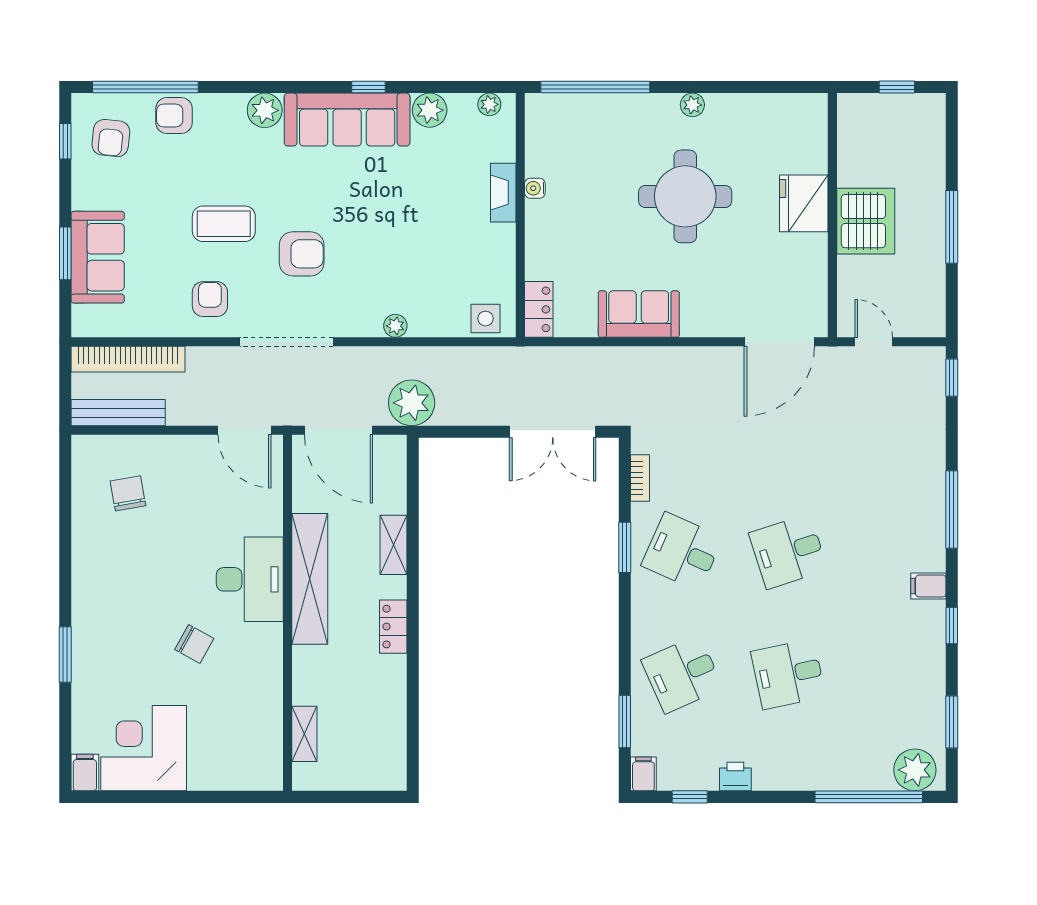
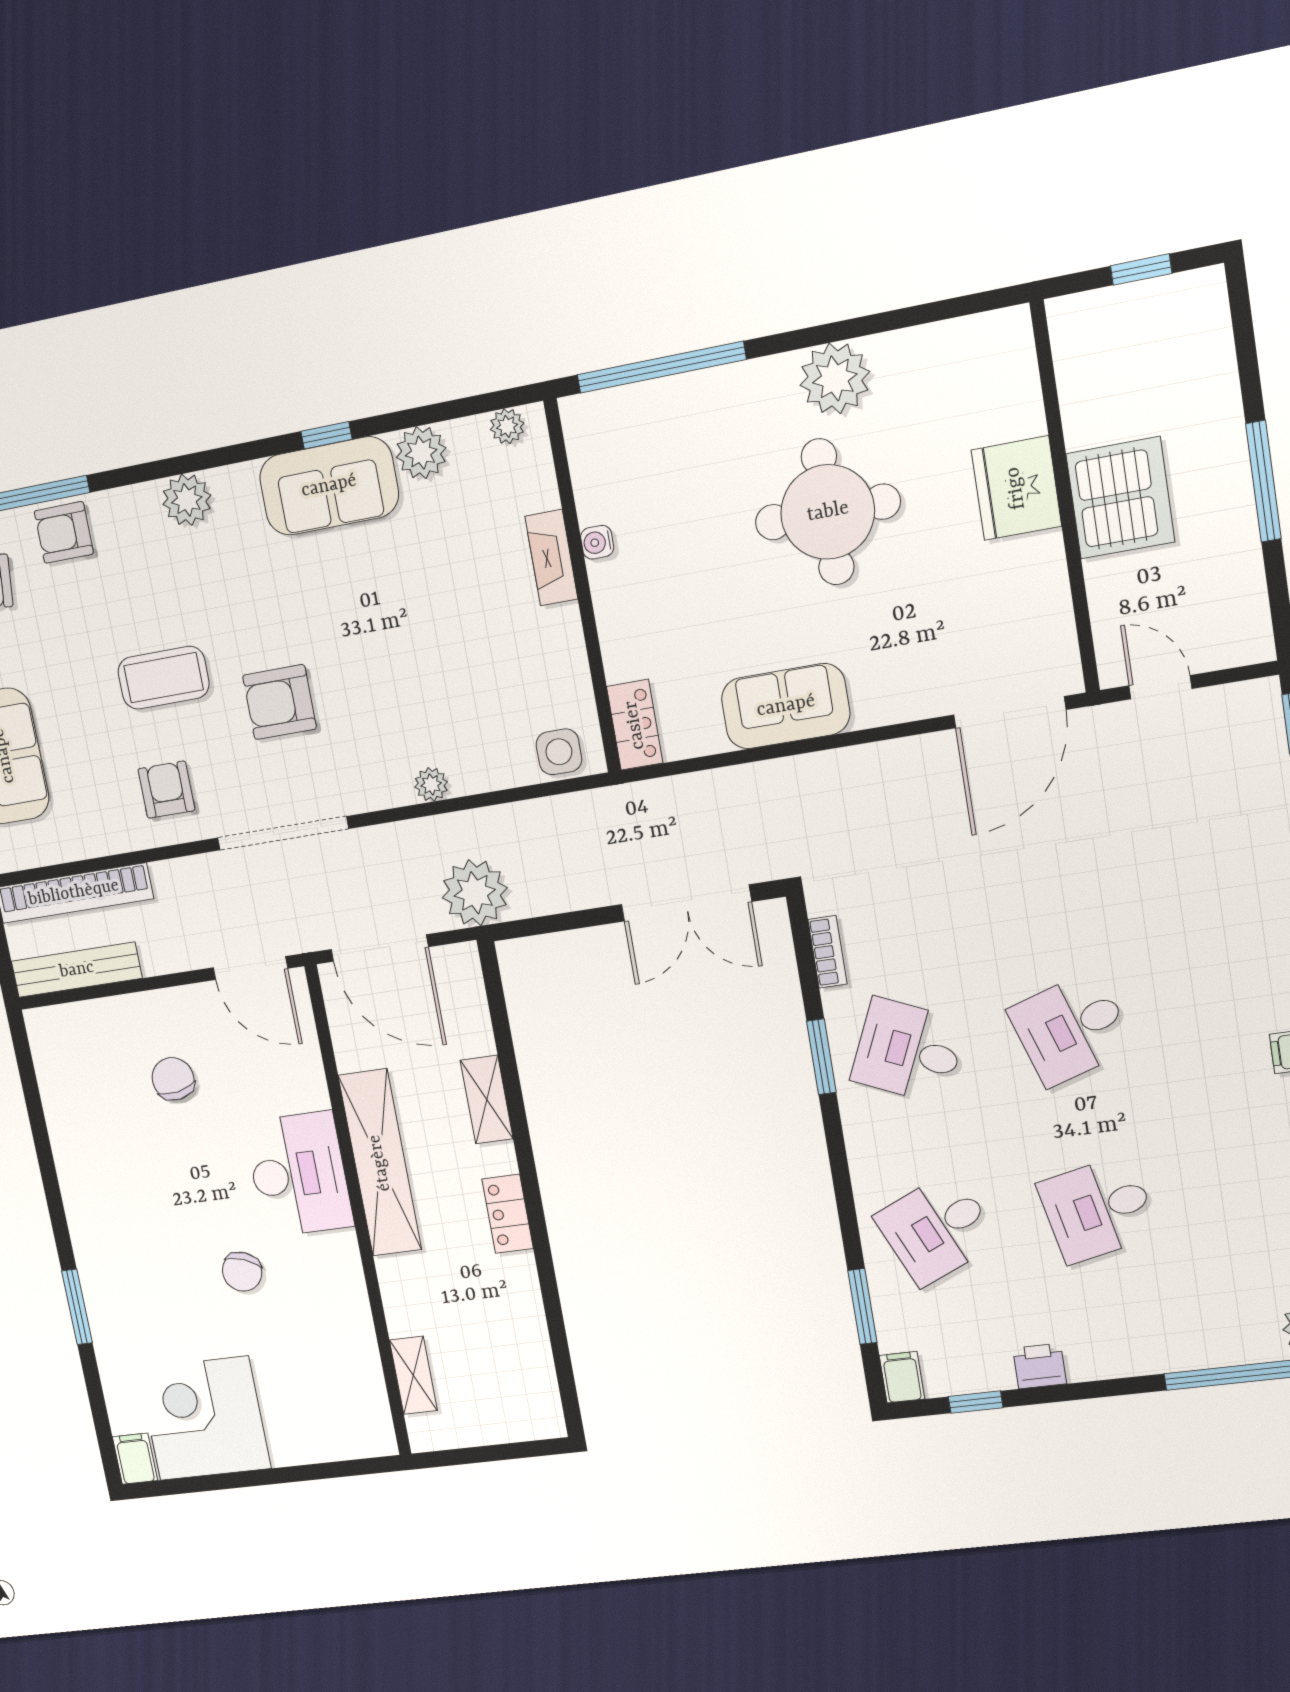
plant: (692, 105) -> (835, 378), width x1.87, depth x1.87
sofa: (347, 120) -> (329, 486), width x0.73
armchair: (302, 254) -> (280, 702), turned 180
chair: (128, 493) -> (173, 1079), moved
chair: (194, 644) -> (242, 1272), turned 81

